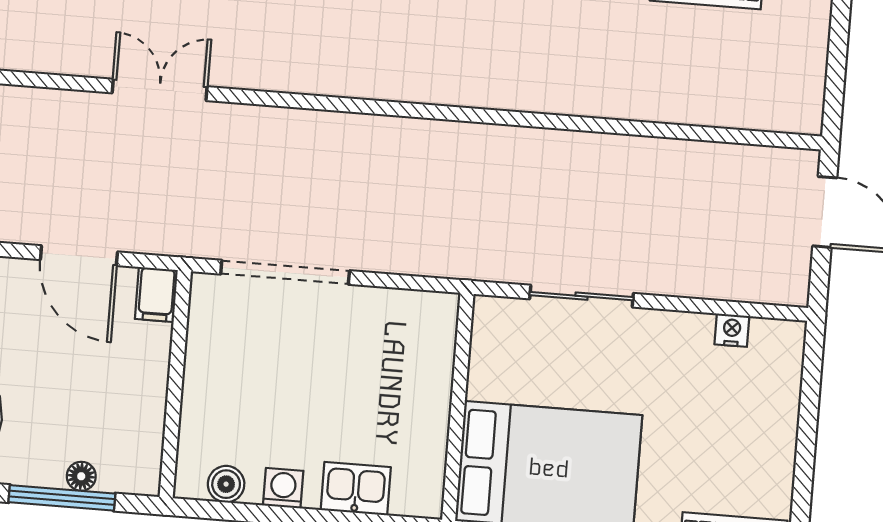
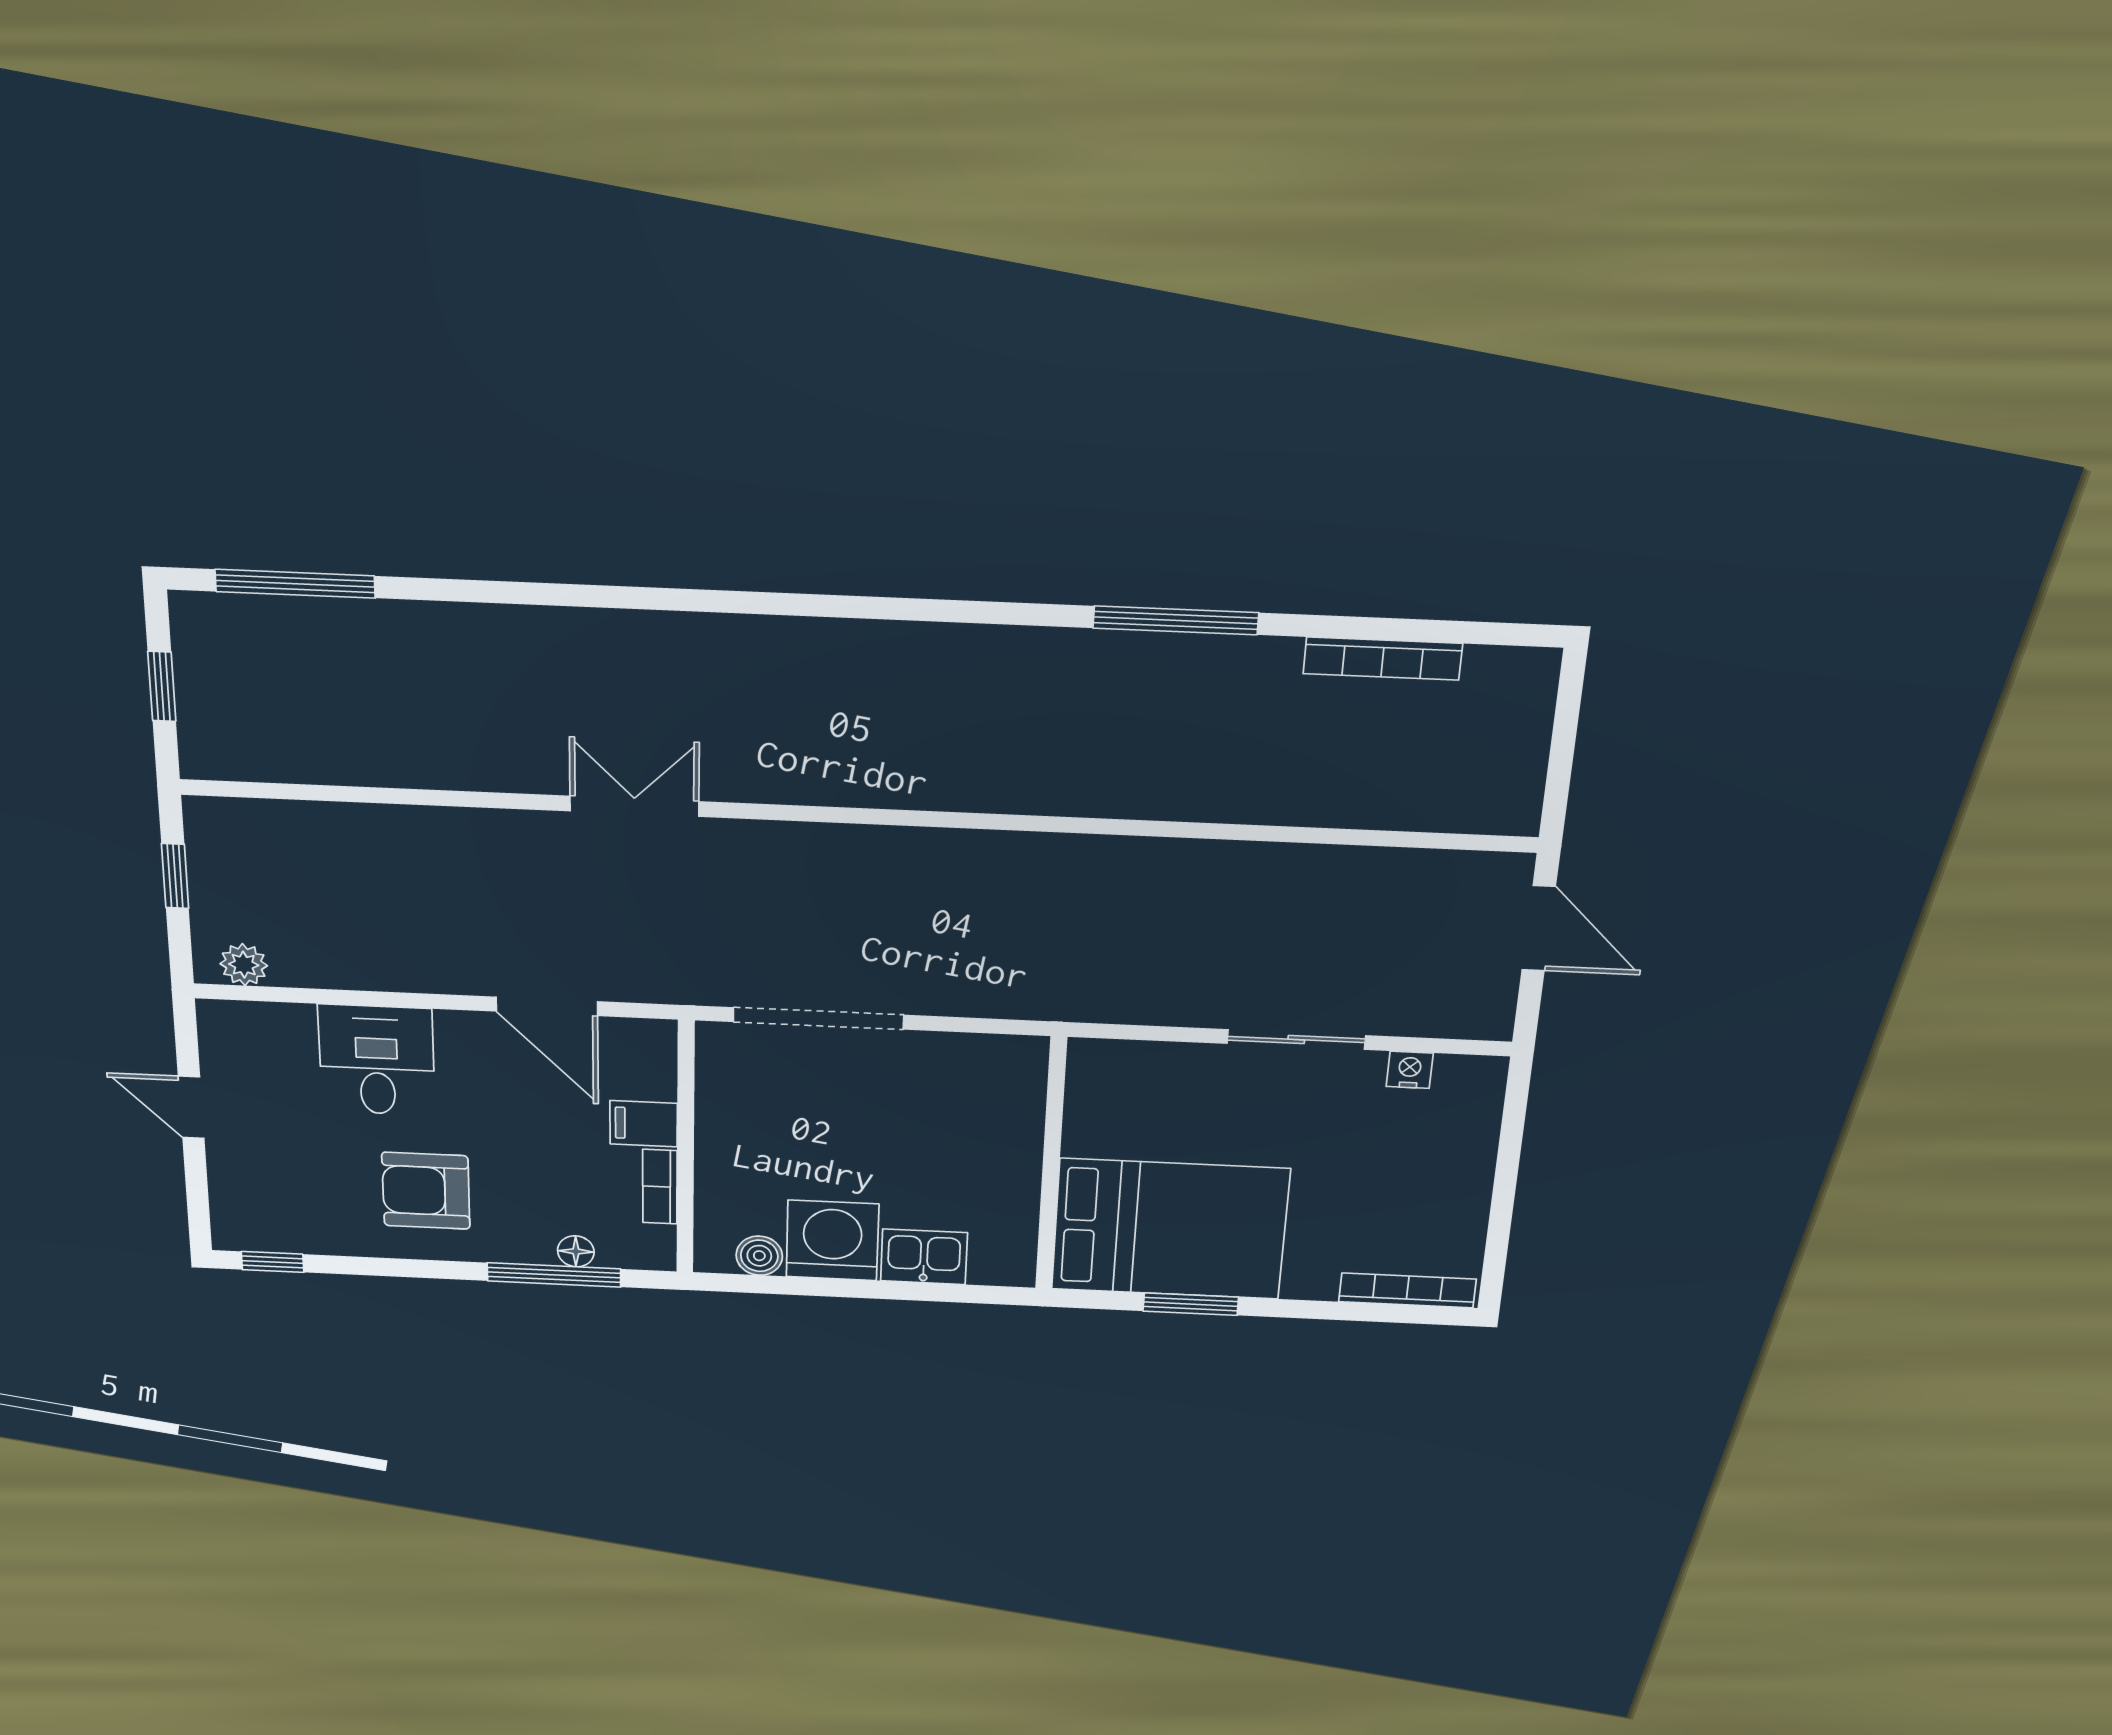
filing cabinet: (156, 295) -> (644, 1124), moved, turned 90
sliding door: (581, 296) -> (1296, 1040), moved
bookcase: (152, 418) -> (660, 1187), added
washing machine: (283, 488) -> (832, 1240), width x1.89, depth x1.89

